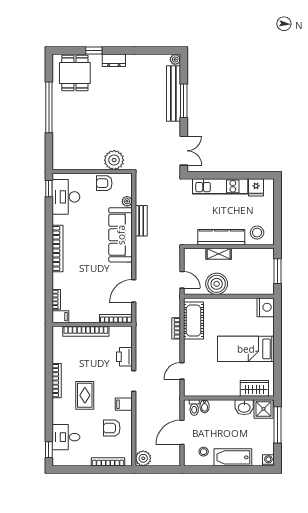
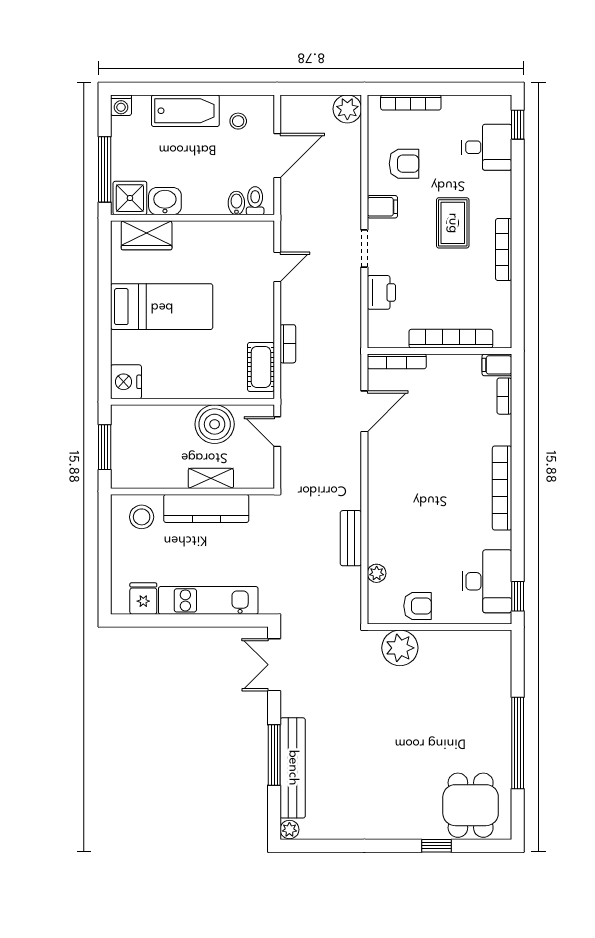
dresser: (114, 60) -> (400, 828), removed
sofa: (121, 235) -> (388, 513), removed
cot: (193, 321) -> (261, 367), width x0.73, depth x0.75

